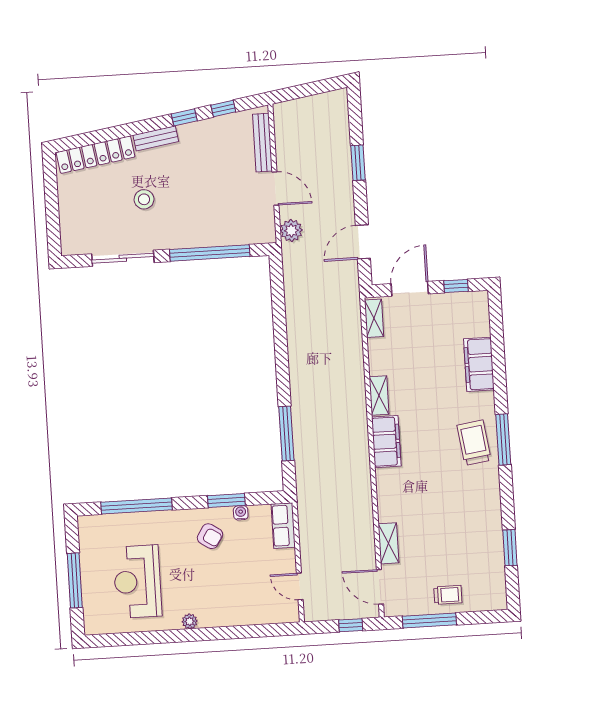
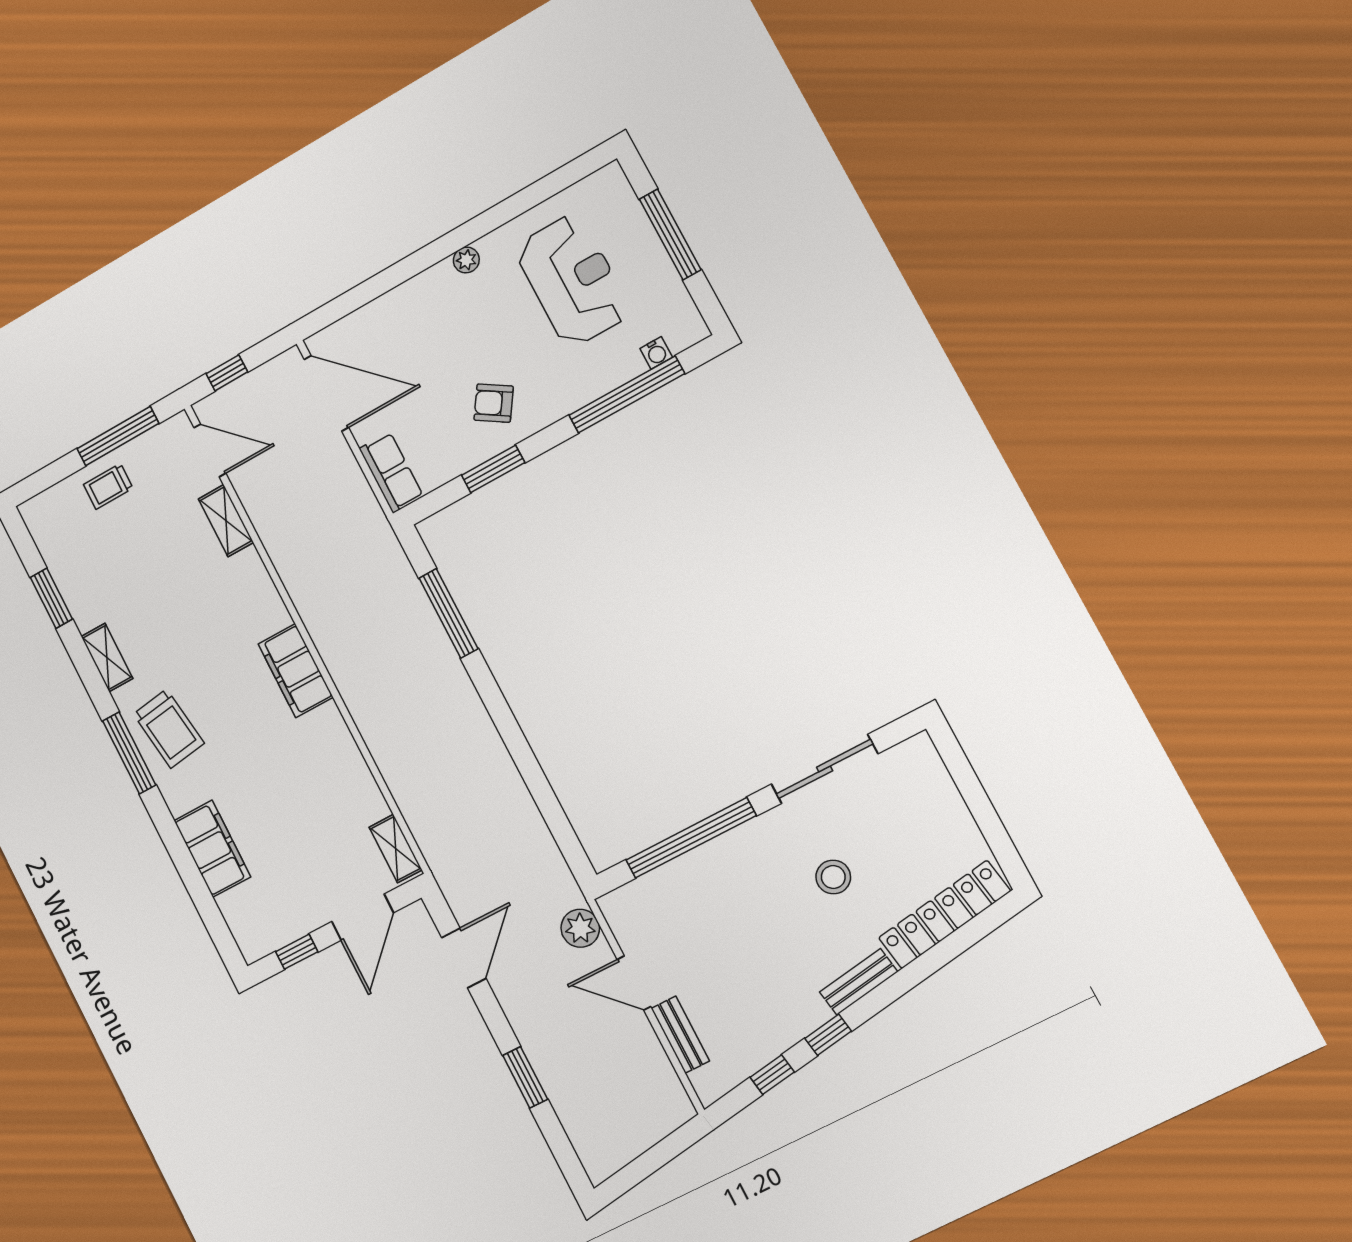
bench: (262, 143) -> (680, 1035), width x0.73
shelving: (379, 395) -> (107, 658), moved
water cooler: (241, 513) -> (656, 353), moved
door: (300, 586) -> (326, 393), width x1.88

